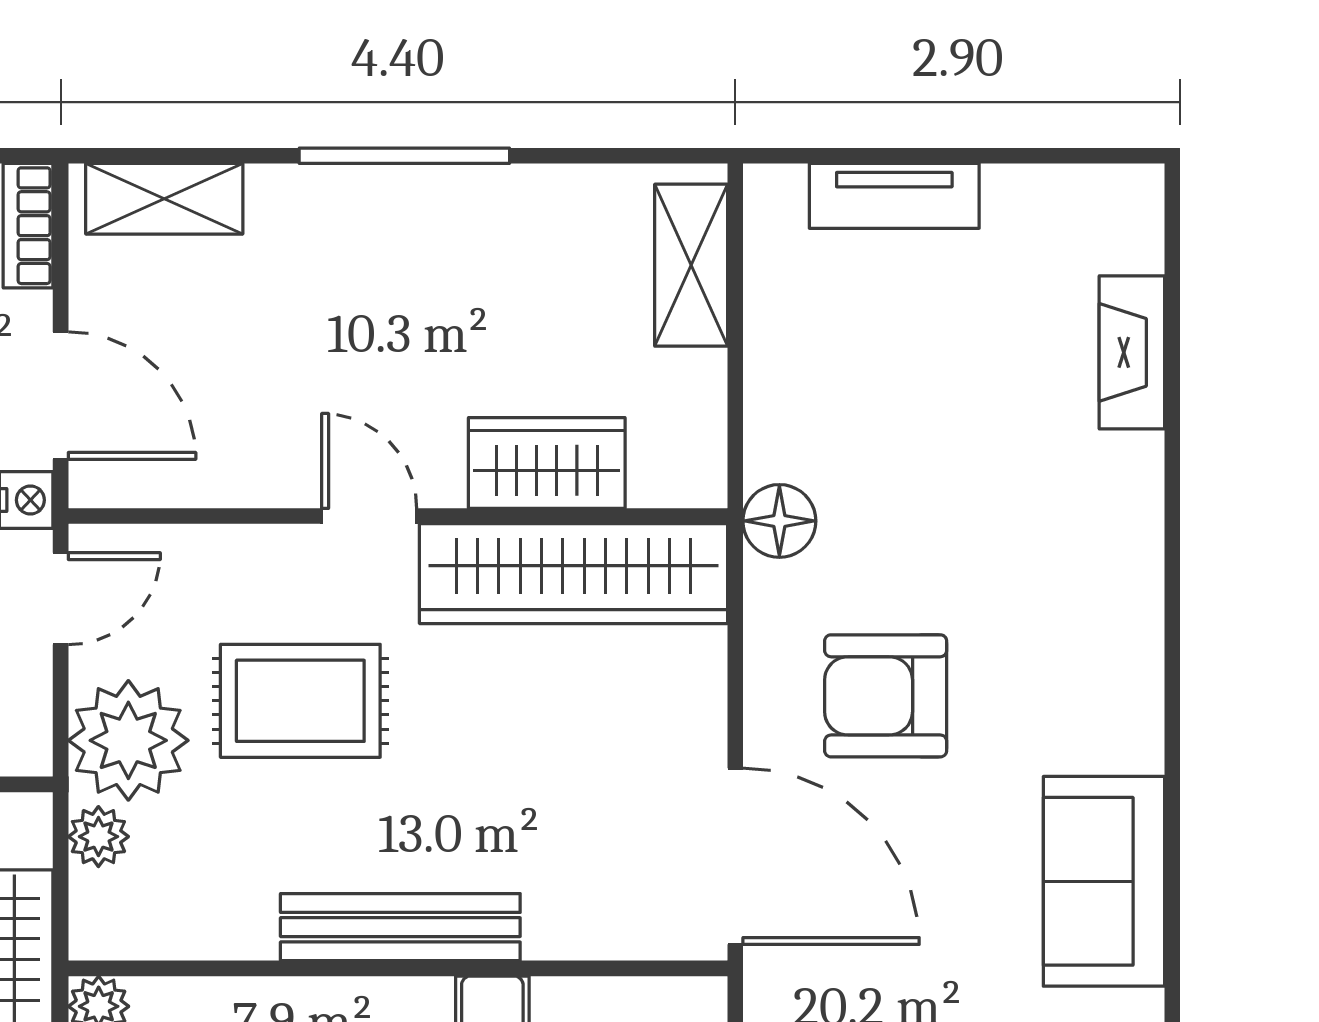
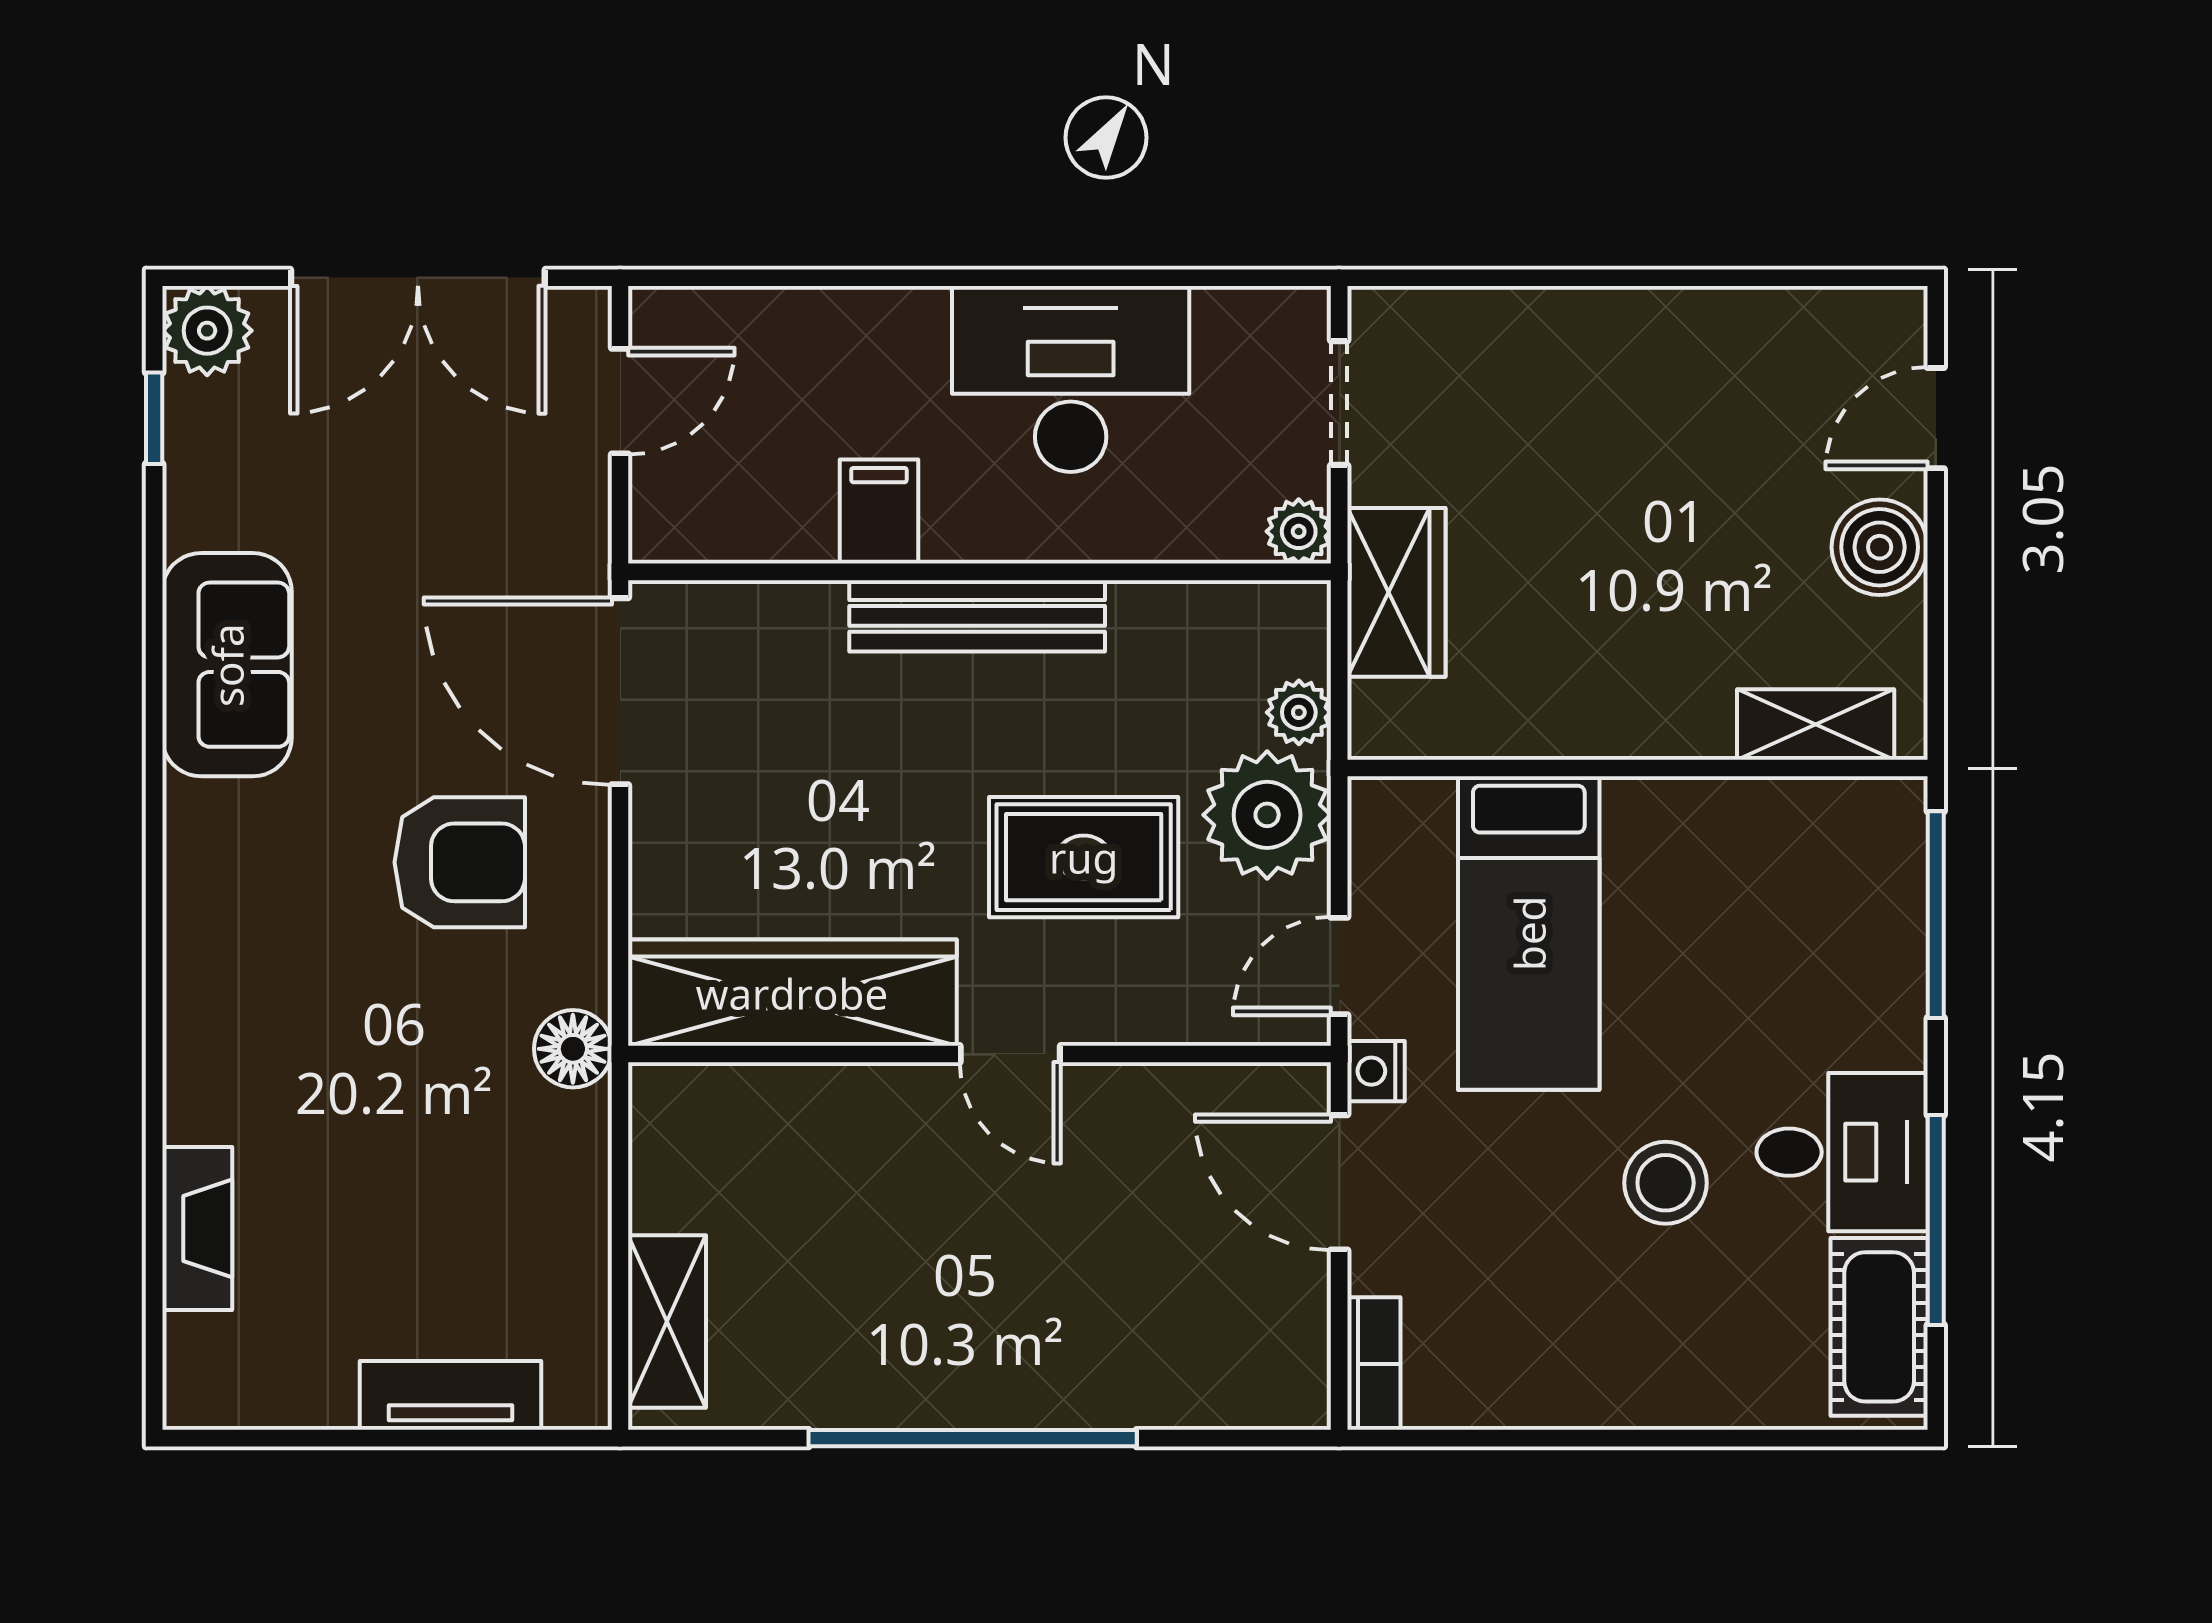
window: (404, 156) -> (973, 1438), width x1.46
shelving: (164, 199) -> (1229, 1392), removed
wardrobe: (547, 463) -> (821, 1111), removed

